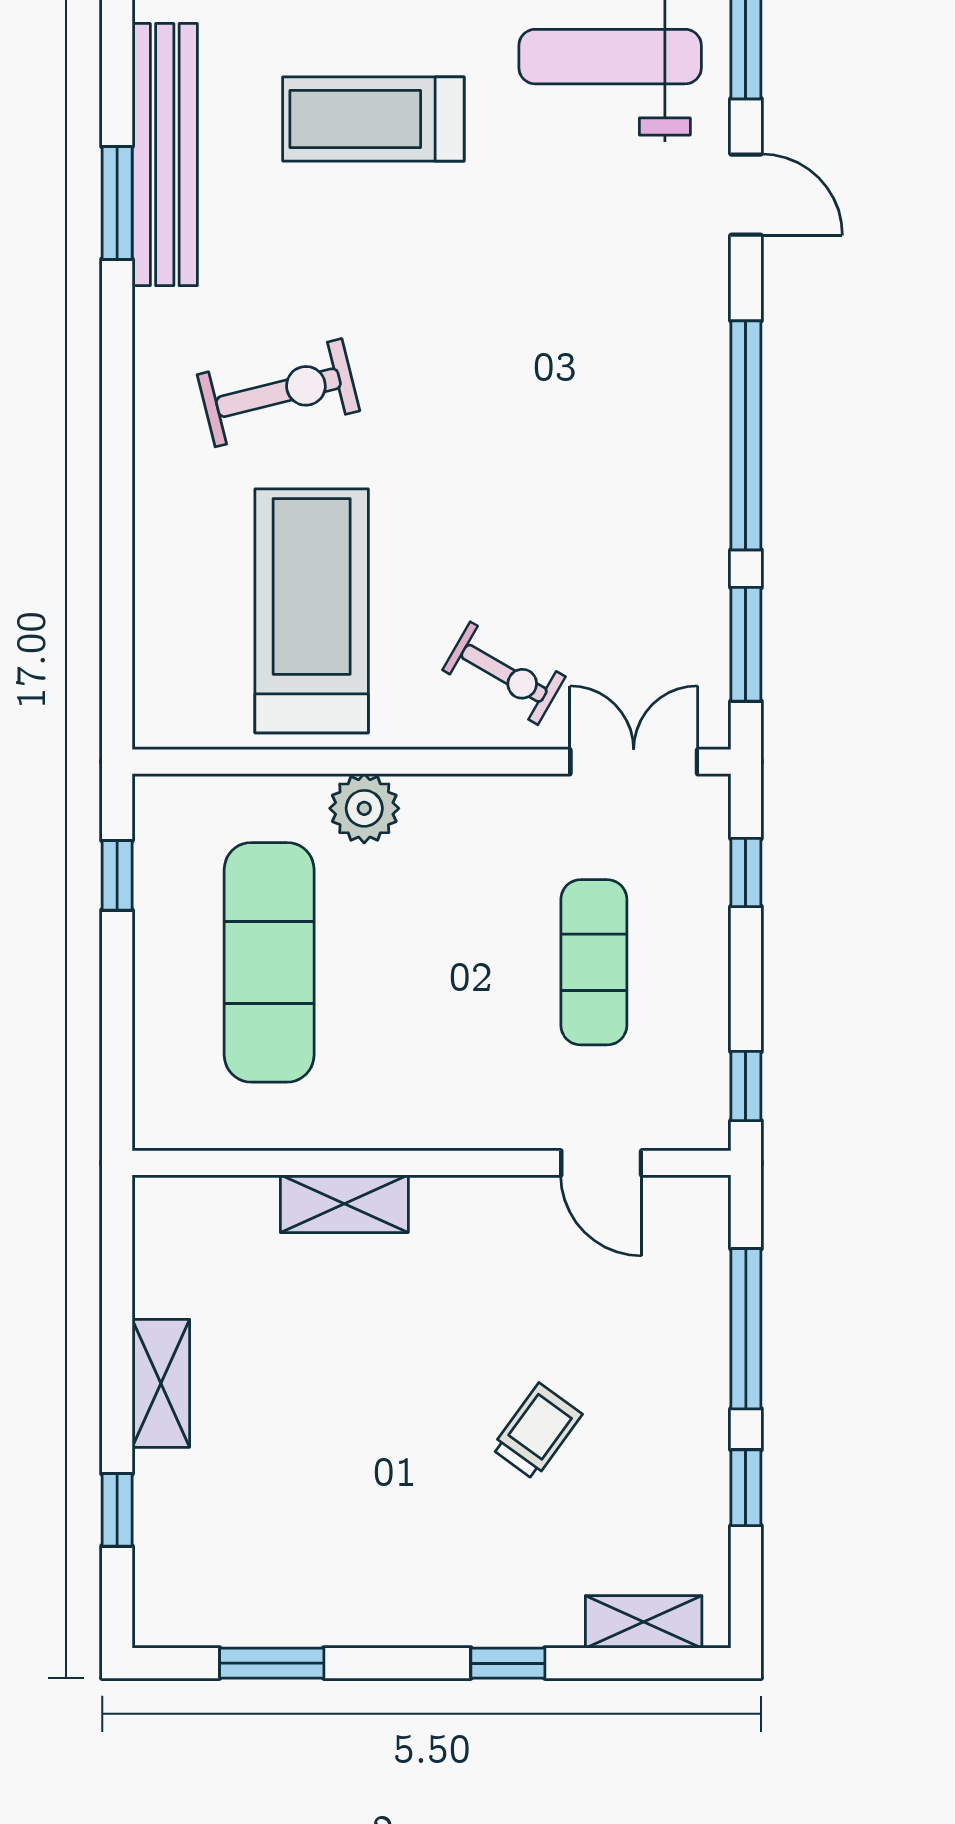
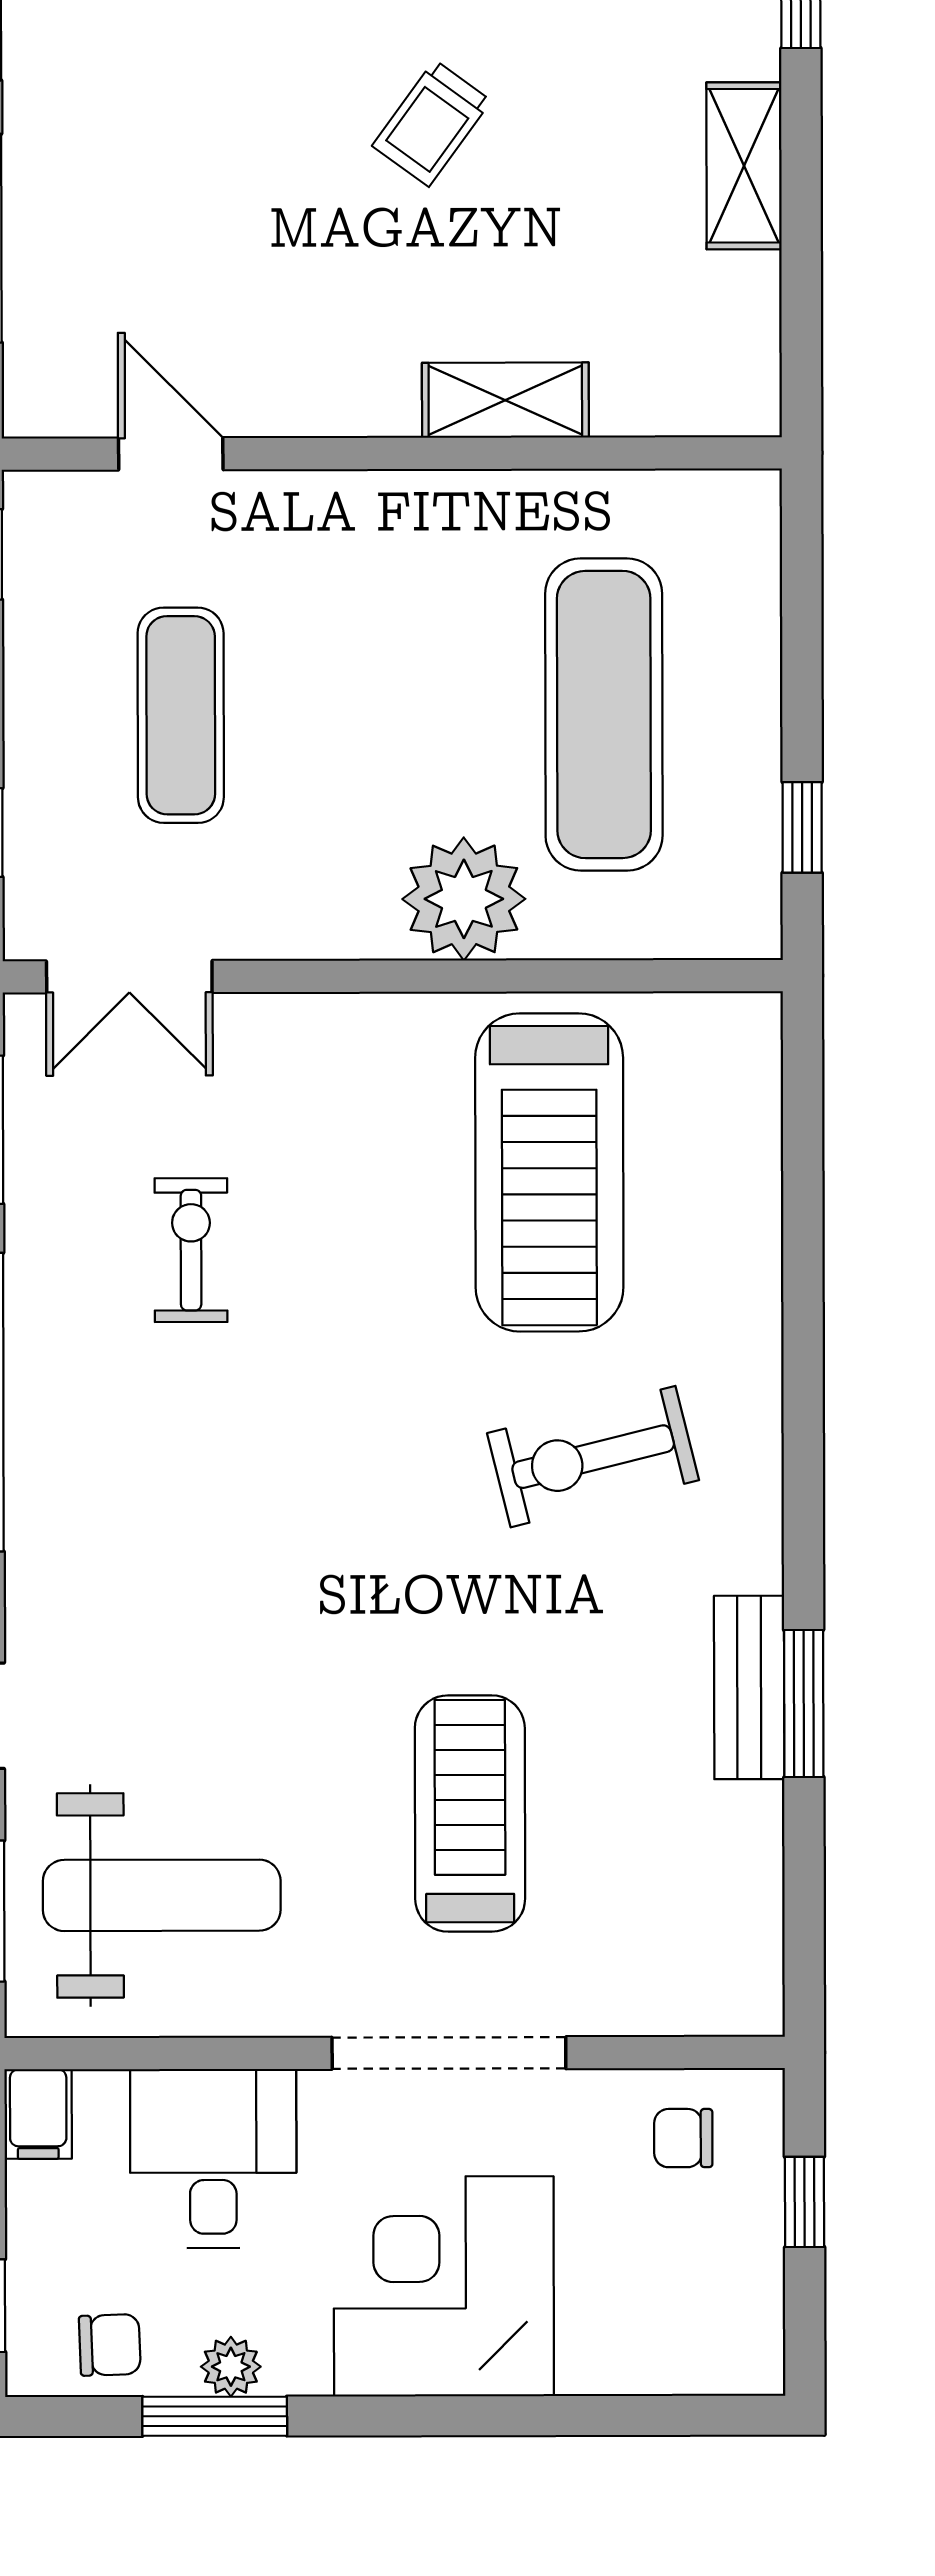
treadmill: (373, 119) -> (470, 1813), turned -90
bench: (165, 155) -> (749, 1687), width x0.54, depth x0.82
exercise bike: (504, 673) -> (191, 1250), moved, turned 60
plant: (364, 808) -> (464, 899), width x1.36, depth x1.36
trolley: (537, 1431) -> (432, 123), moved

